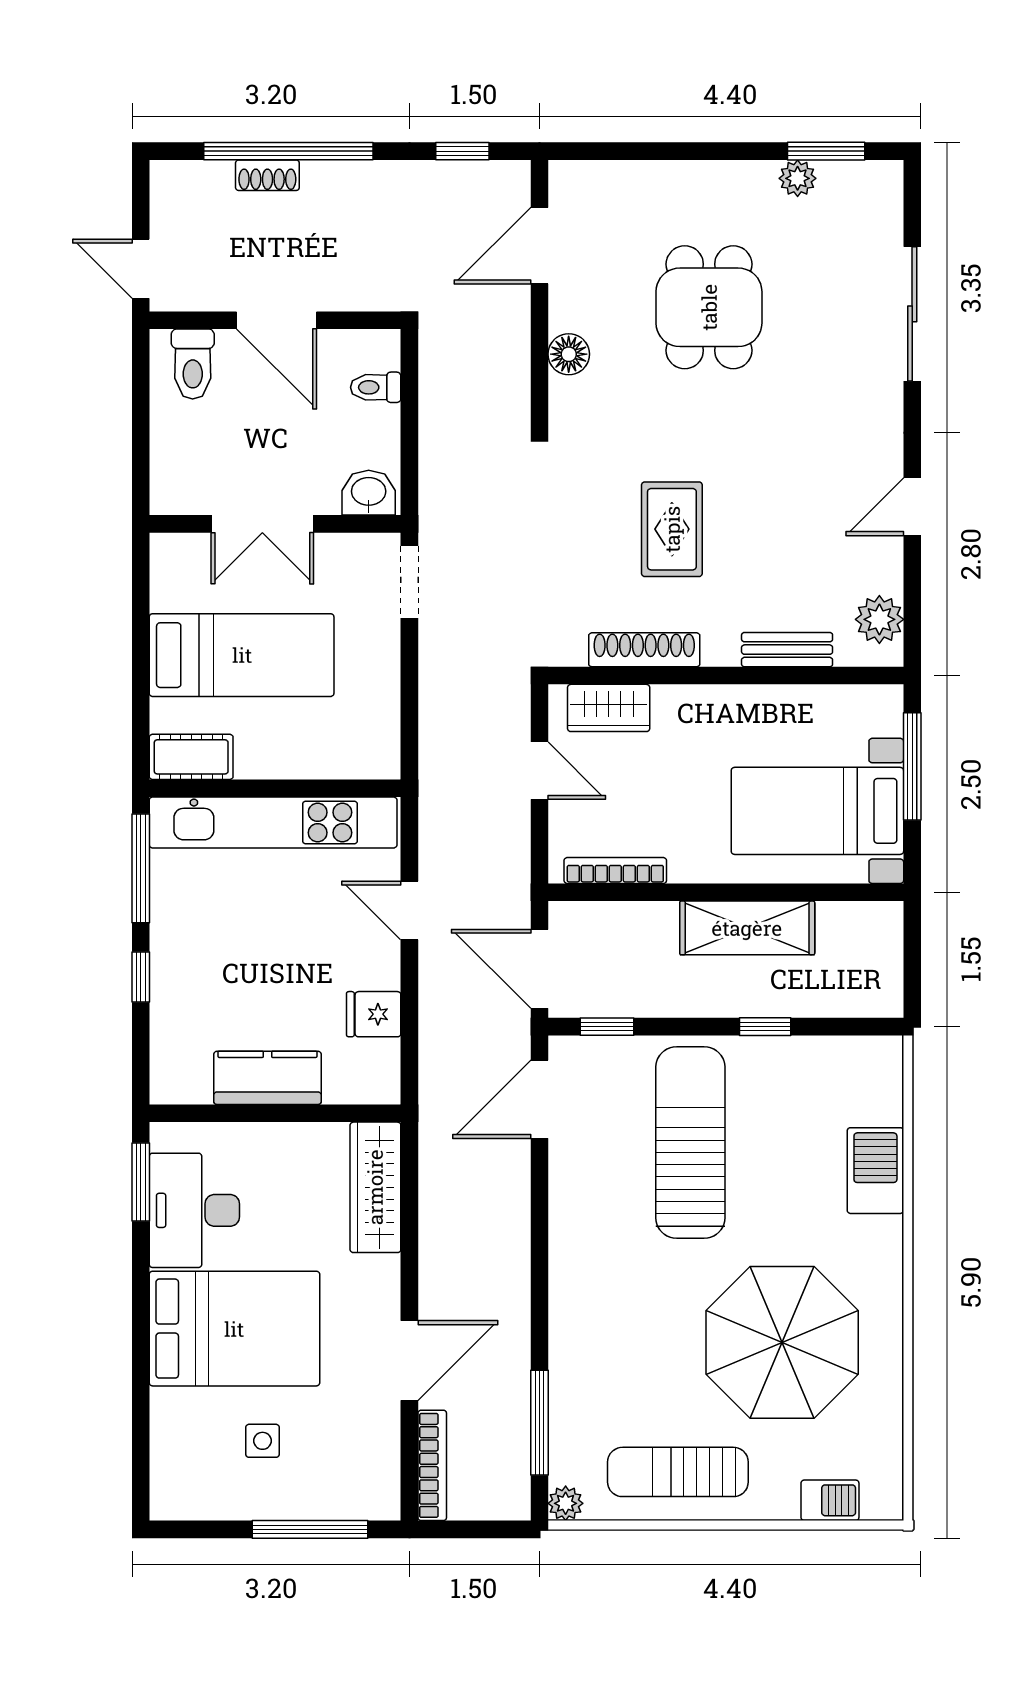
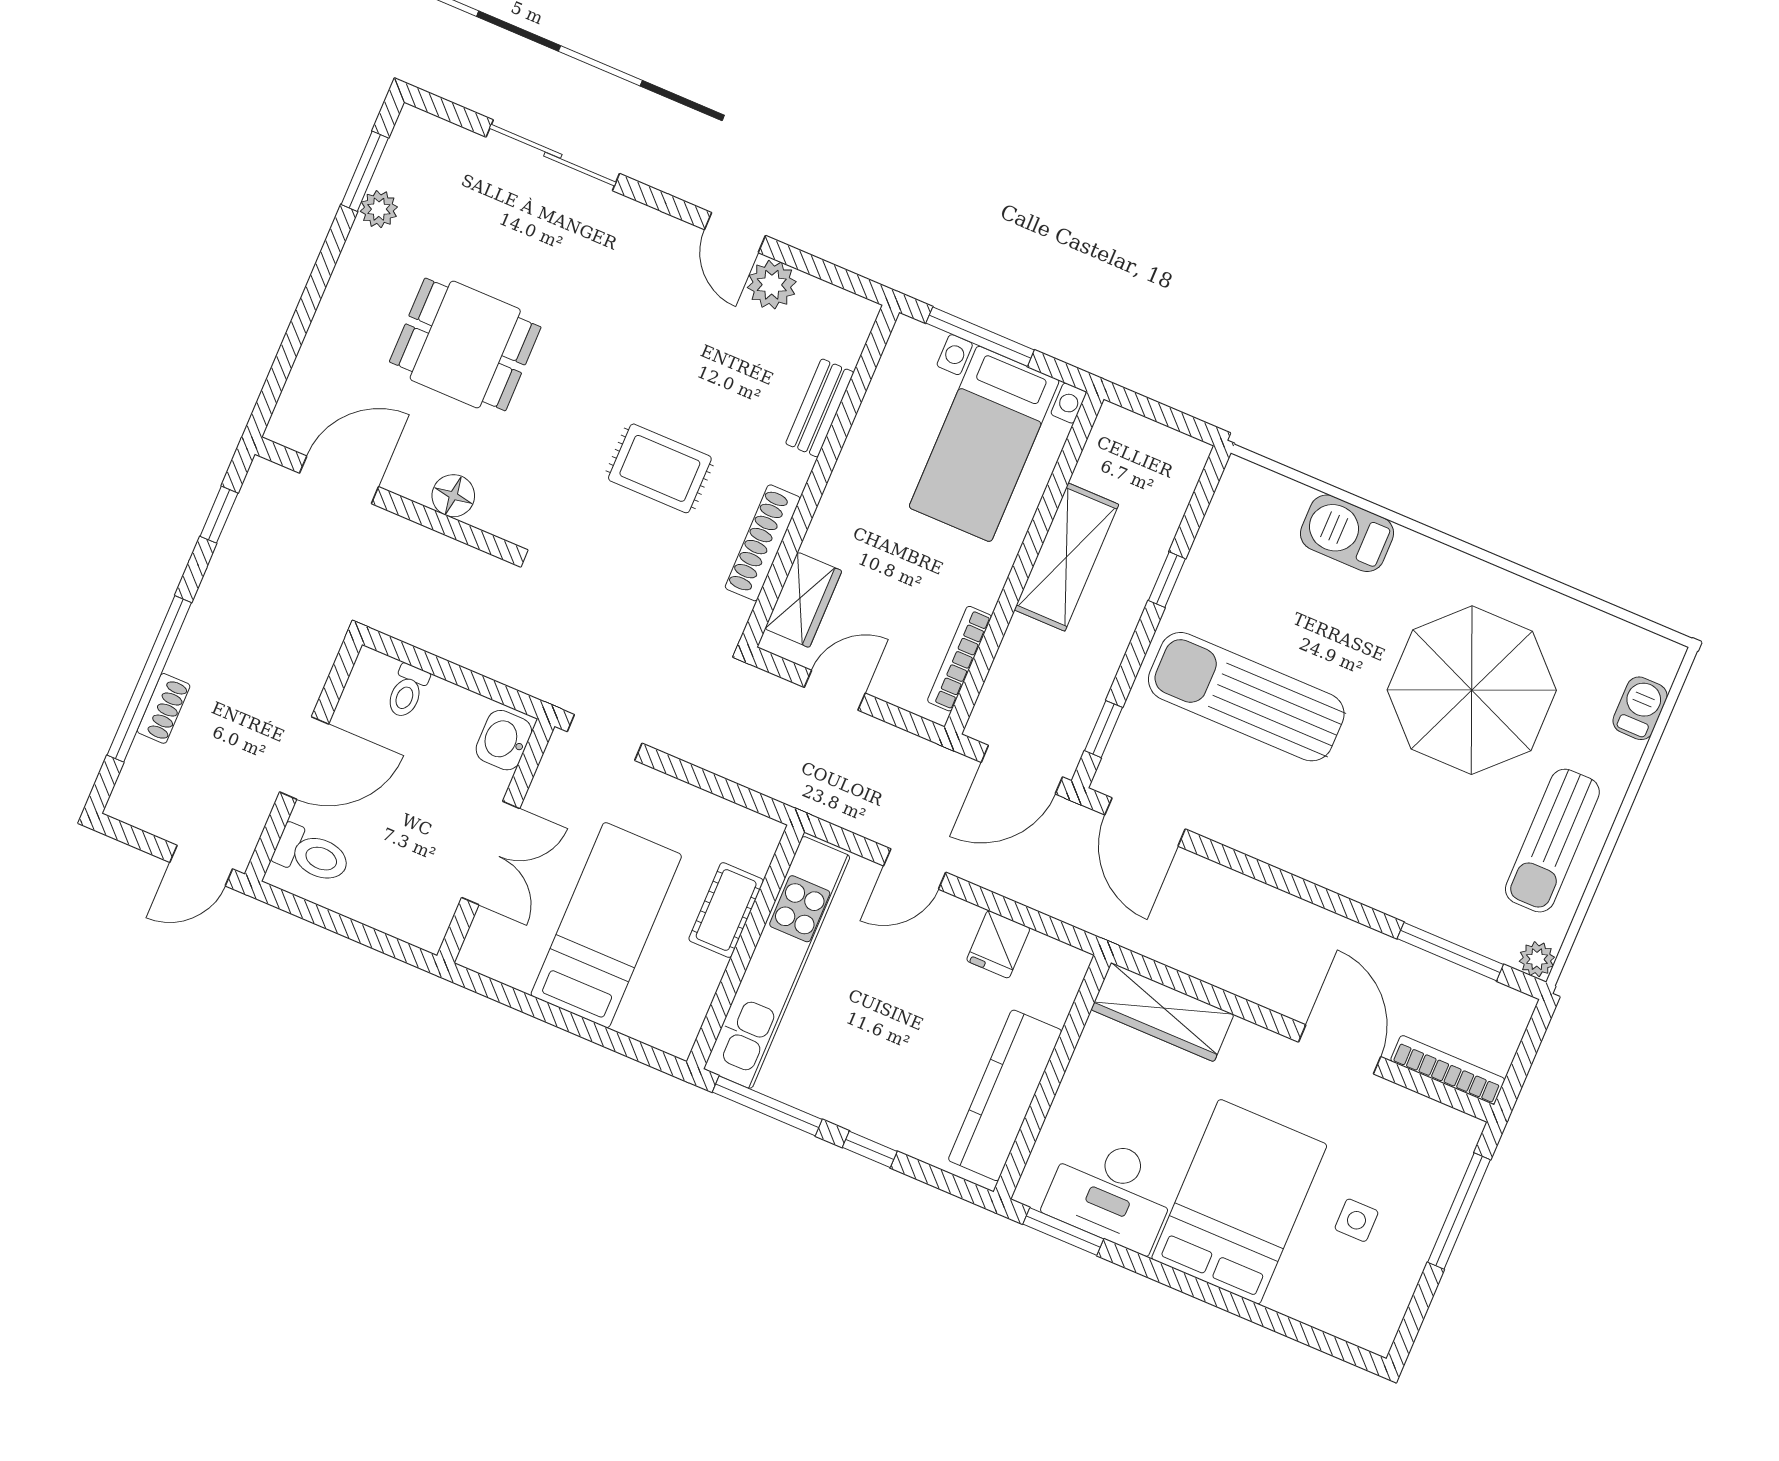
door: (539, 246) -> (339, 480), swing flipped
plant: (879, 619) -> (772, 285), moved
cot: (191, 757) -> (726, 910), moved
kitchen counter: (267, 1078) -> (1005, 1095), width x1.50

